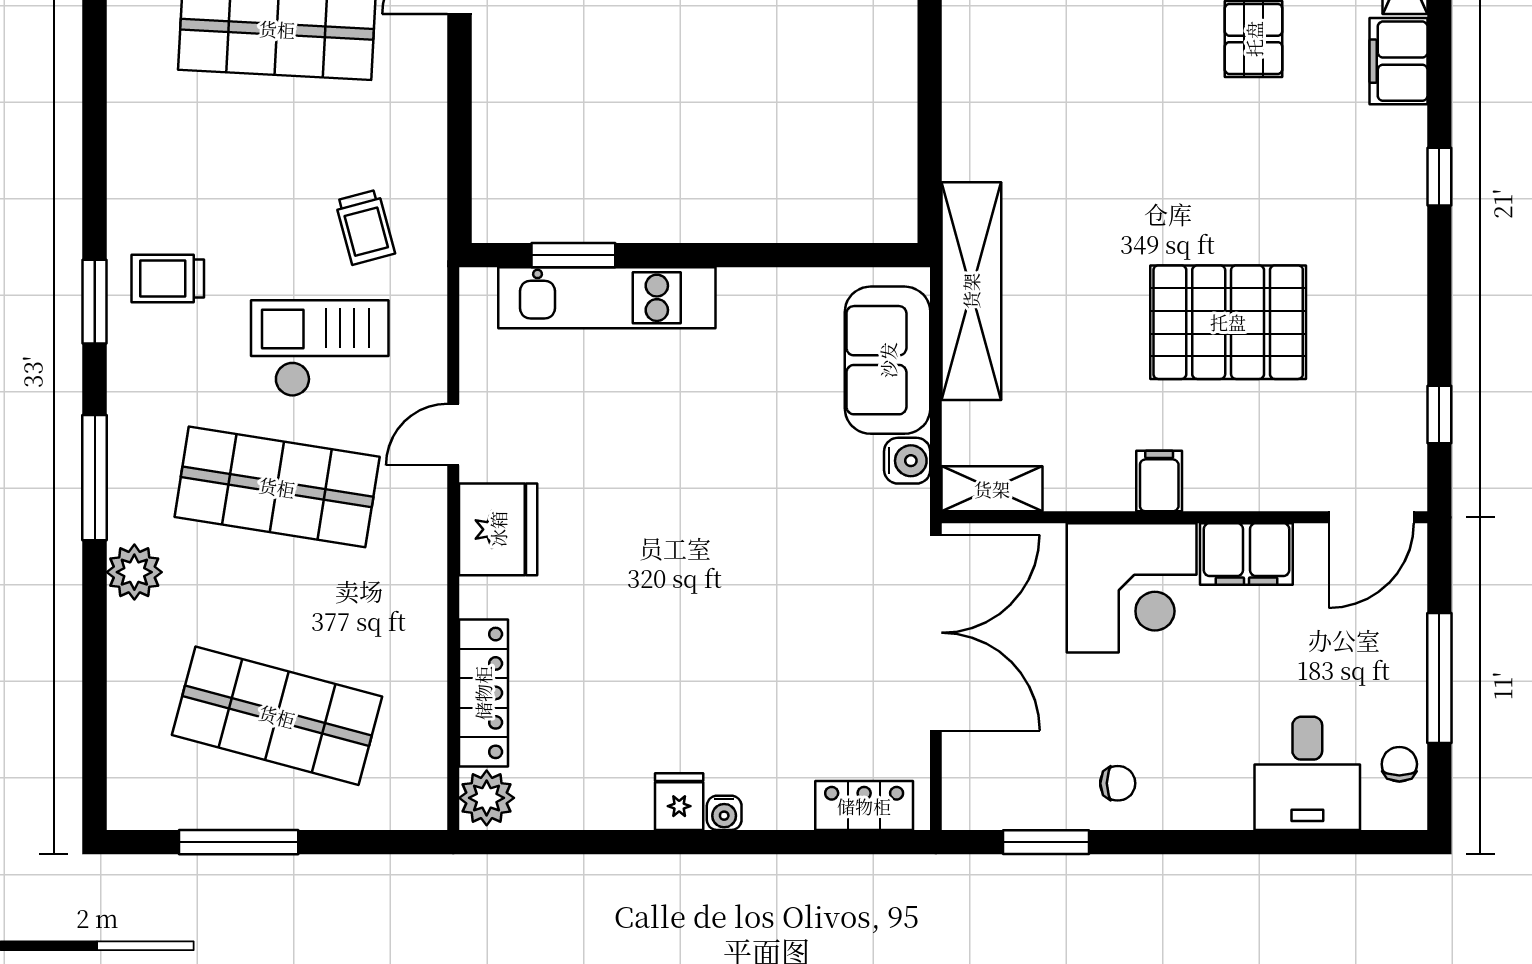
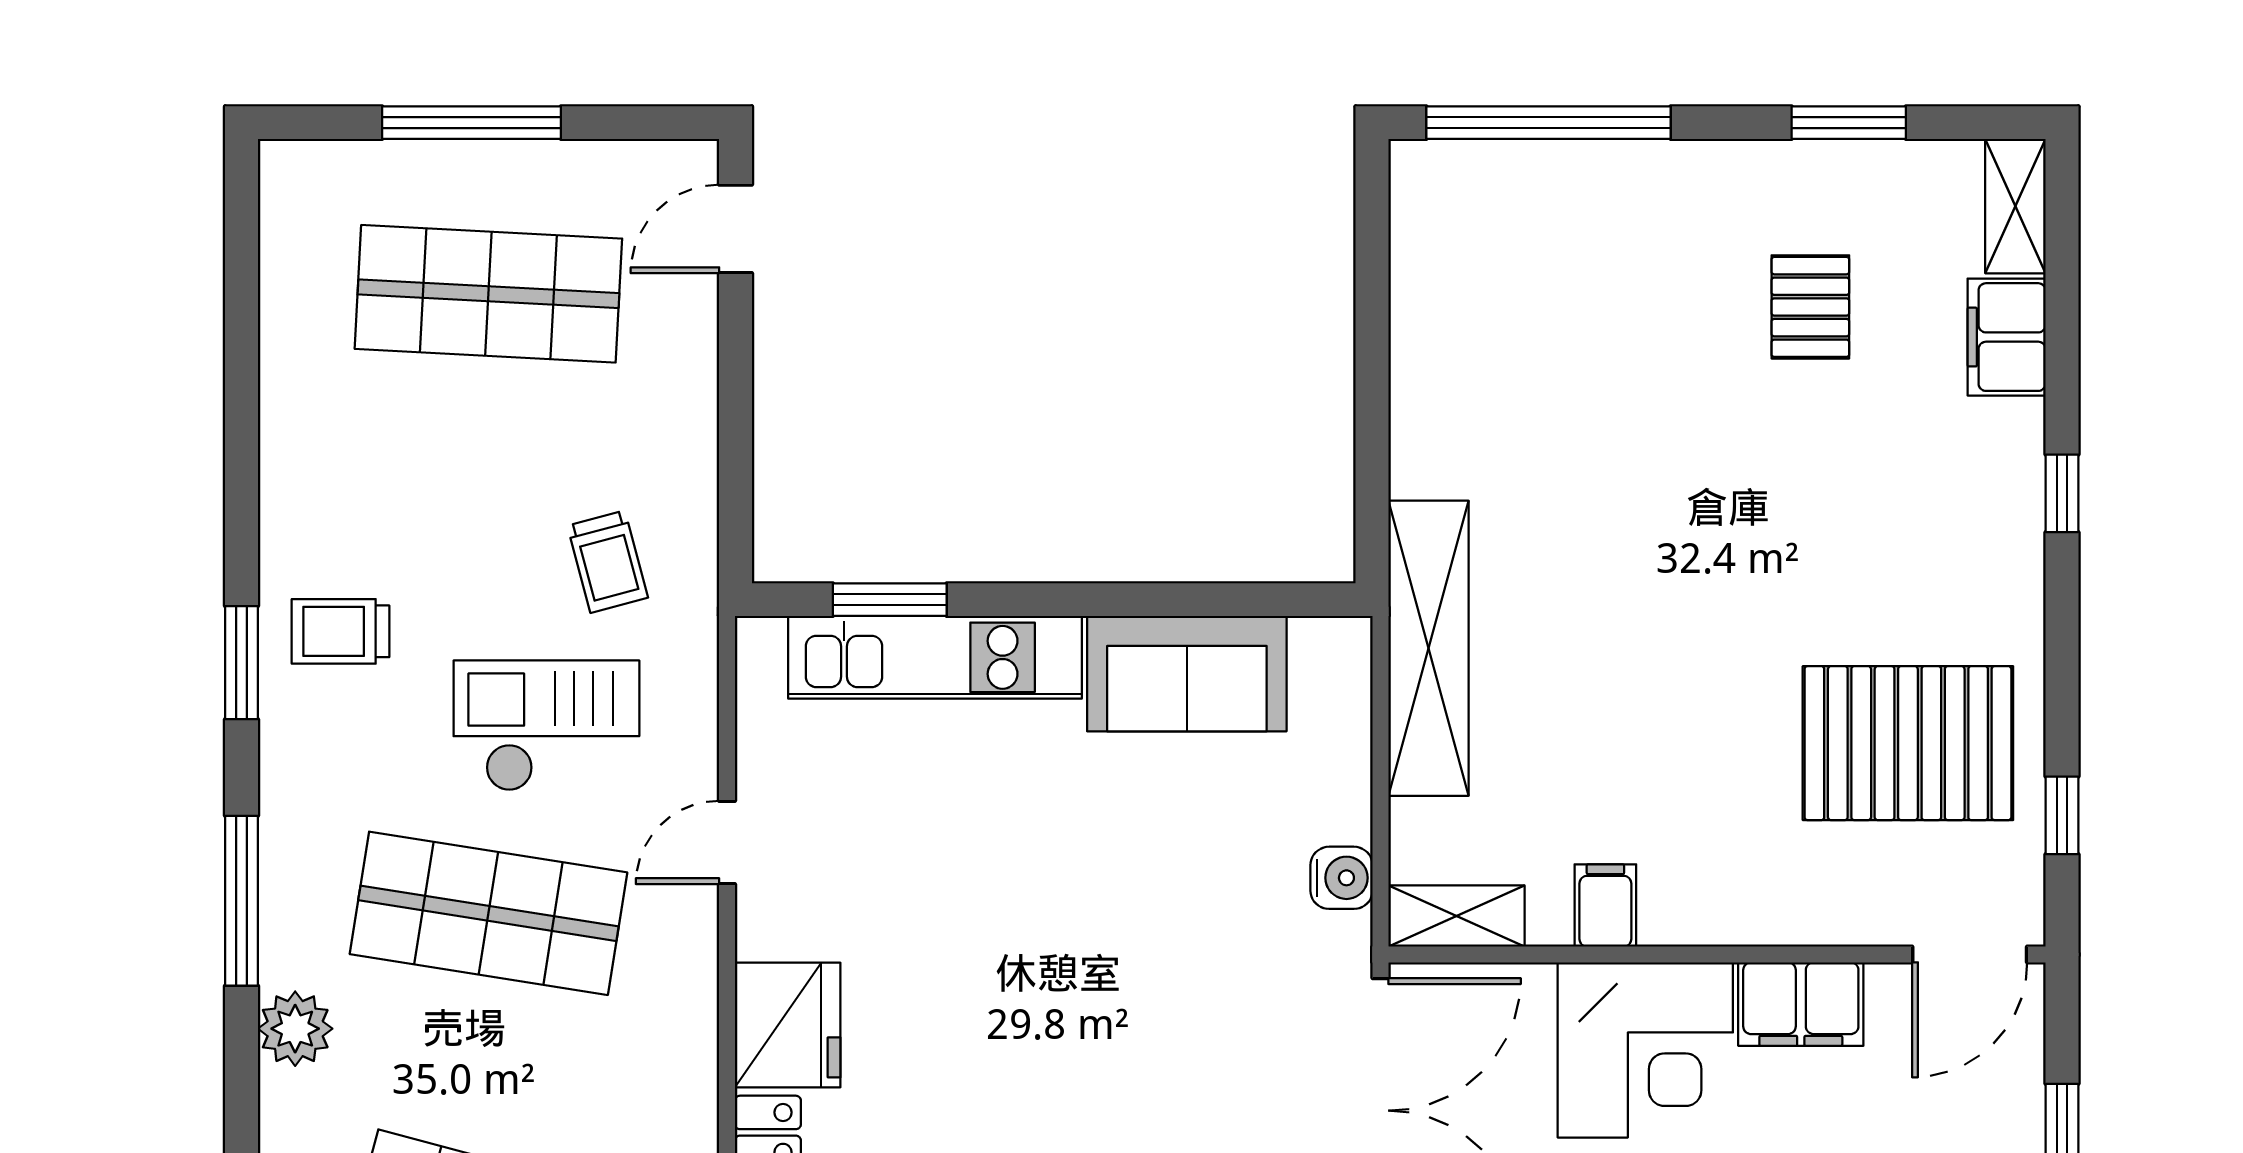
pallet: (1228, 322) -> (1908, 743), moved
sofa: (888, 360) -> (1187, 674), moved, turned -90
filing cabinet: (1159, 481) -> (1605, 905), moved
fridge: (498, 529) -> (788, 1025), moved

